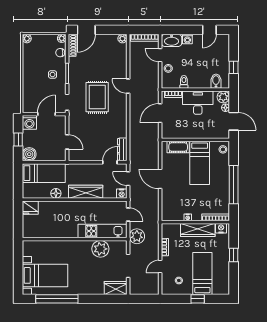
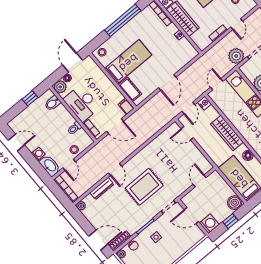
filing cabinet: (168, 134) -> (126, 106), added
dresser: (122, 149) -> (102, 188), moved
plant: (137, 236) -> (236, 56), moved
door: (160, 267) -> (237, 24), hinge flipped

